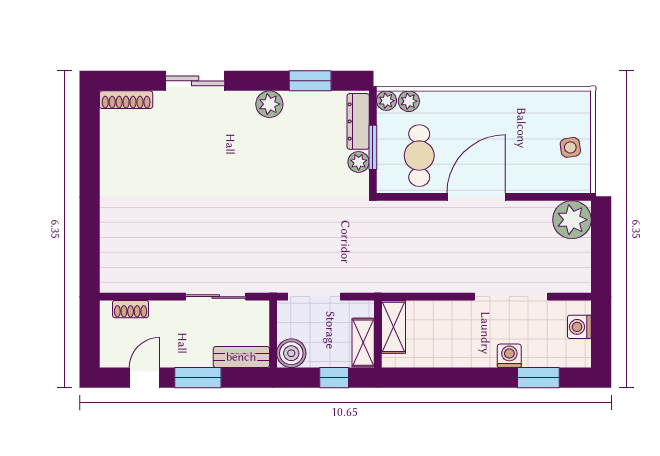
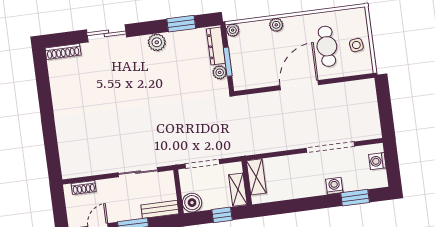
plant: (409, 101) -> (276, 25), moved
cafe table: (419, 156) -> (327, 46), moved
plant: (572, 220) -> (364, 92), removed

